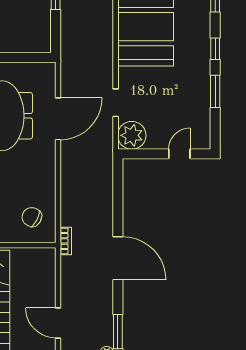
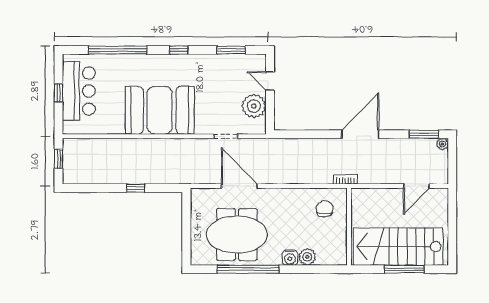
window: (215, 91) -> (231, 50), moved
plant: (132, 135) -> (254, 106), moved
chair: (32, 217) -> (325, 209), turned 152

